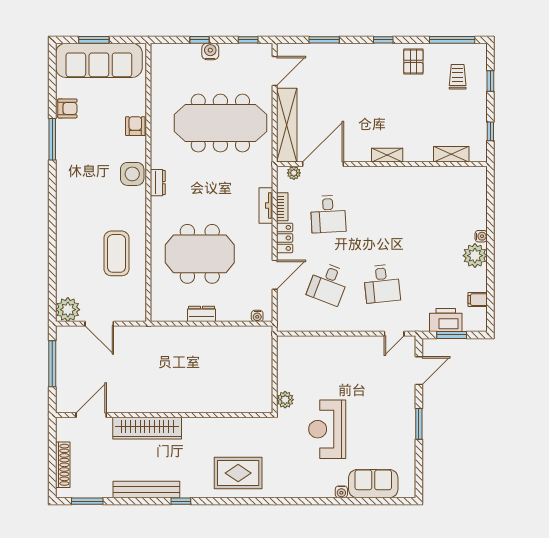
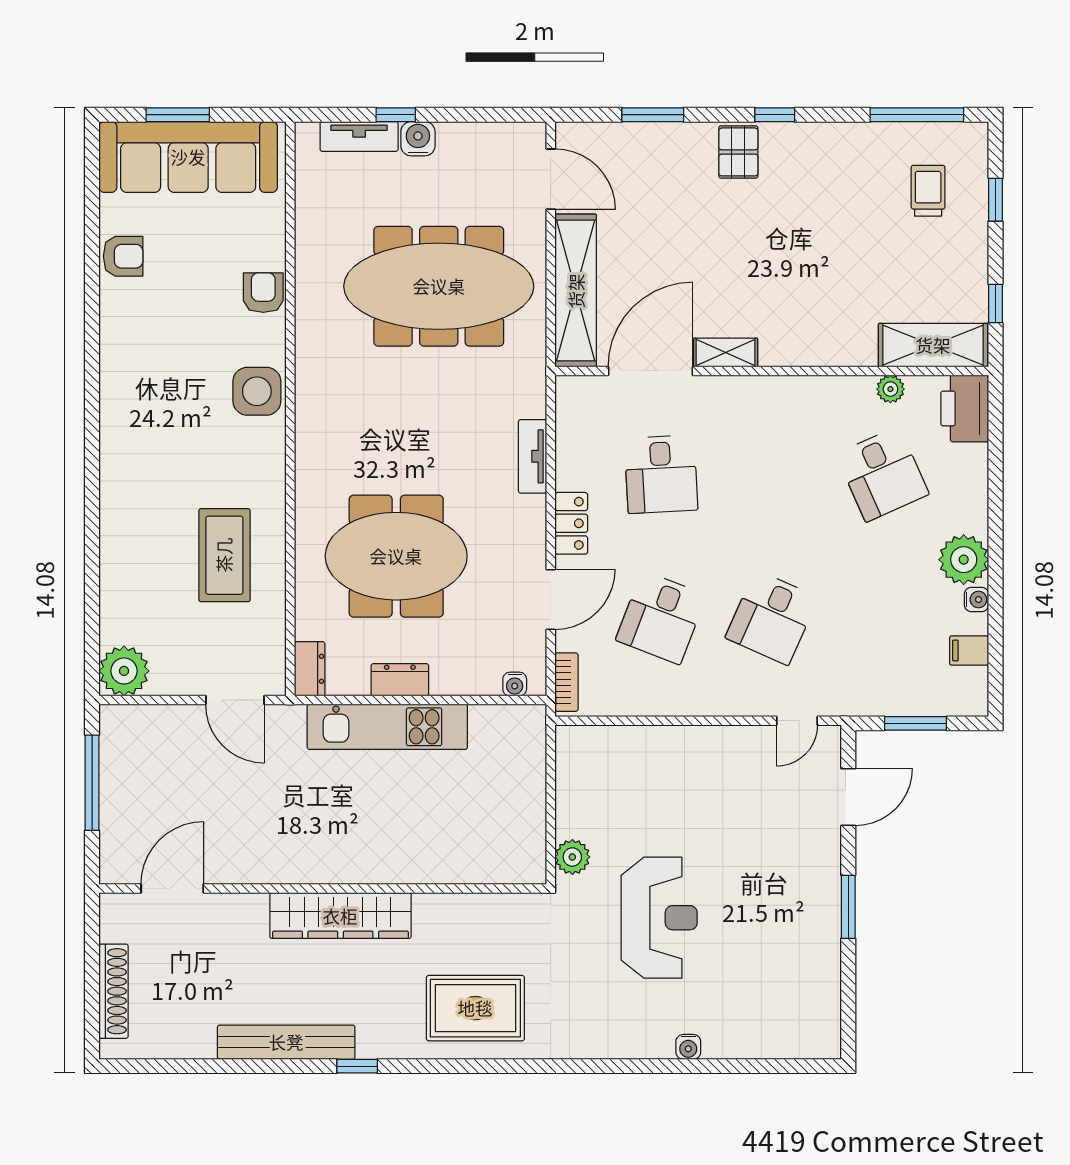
window: (248, 40) -> (496, 115), removed
tv unit: (182, 50) -> (359, 136), added
pallet: (413, 61) -> (738, 152), moved
door: (275, 71) -> (551, 179), hinge flipped
window: (52, 139) -> (92, 320), removed
shelving: (451, 154) -> (933, 345), width x1.50, depth x1.33
shelving: (387, 155) -> (726, 353), moved
plant: (294, 173) -> (890, 389), moved
dresser: (158, 183) -> (310, 669), moved
bookcase: (282, 207) -> (566, 682), moved
desk: (435, 214) -> (882, 474), added
water cooler: (481, 236) -> (976, 600), moved
desk: (382, 284) -> (772, 618), turned 30
printer: (446, 320) -> (965, 408), moved, turned -90
door: (99, 324) -> (235, 700), moved
kitchen unit: (195, 337) -> (387, 727), added
wardrobe: (147, 428) -> (340, 916), moved
reception desk: (327, 429) -> (659, 918), turned 180
sofa: (373, 484) -> (754, 1030), removed
window: (87, 501) -> (164, 1066), removed

